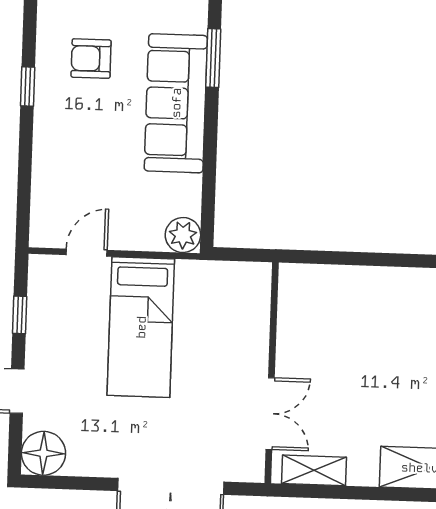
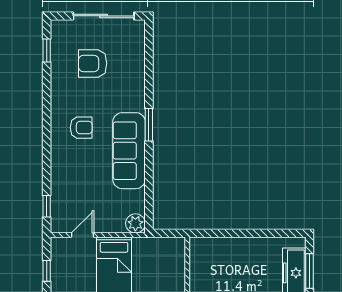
armchair: (91, 59) -> (81, 128), turned 180
window: (28, 86) -> (47, 206), moved

